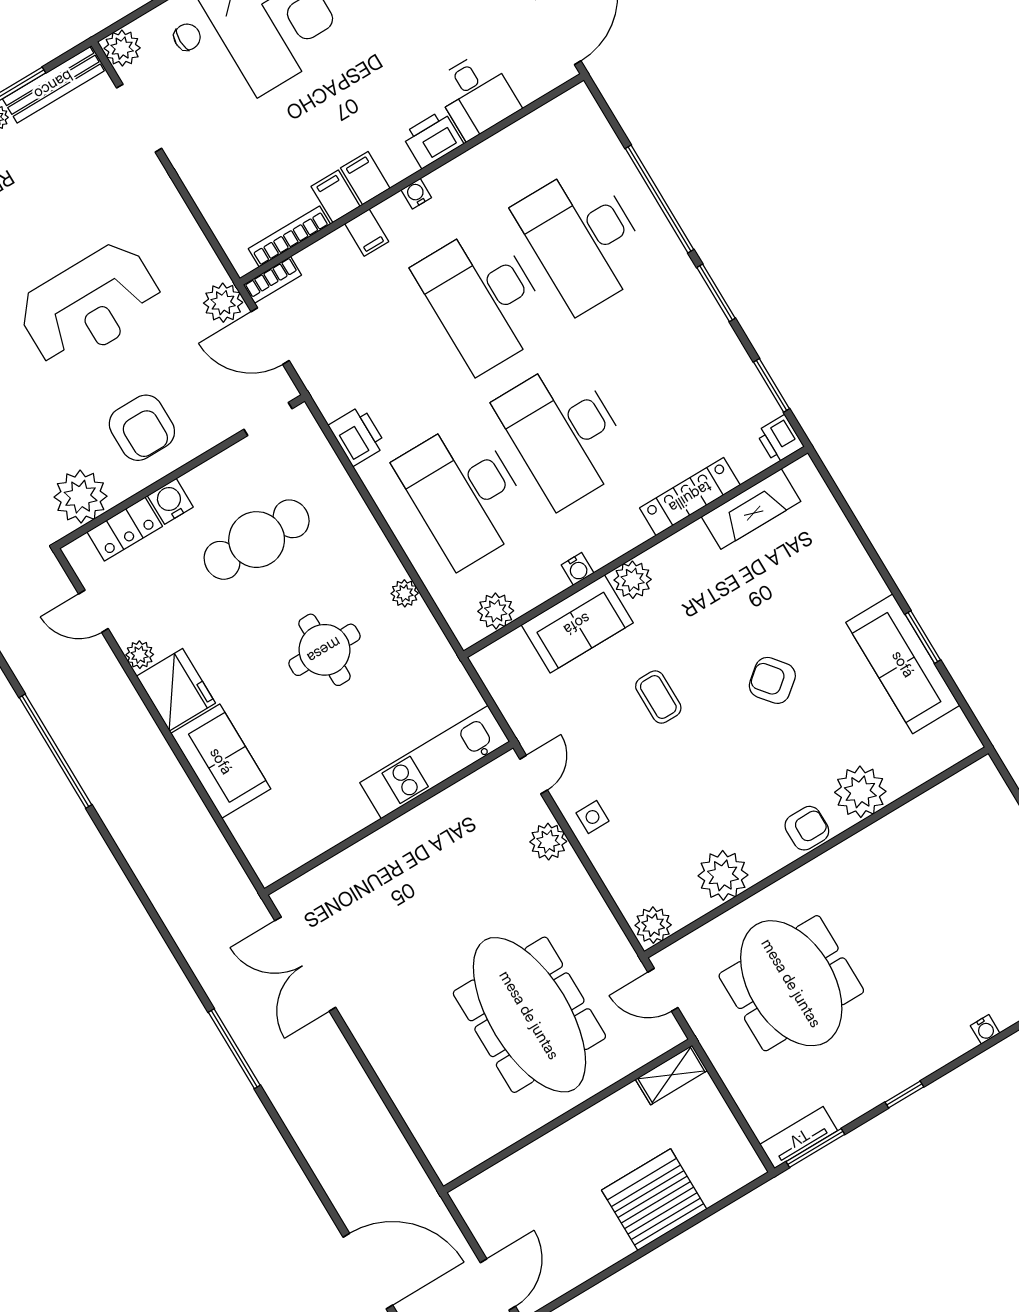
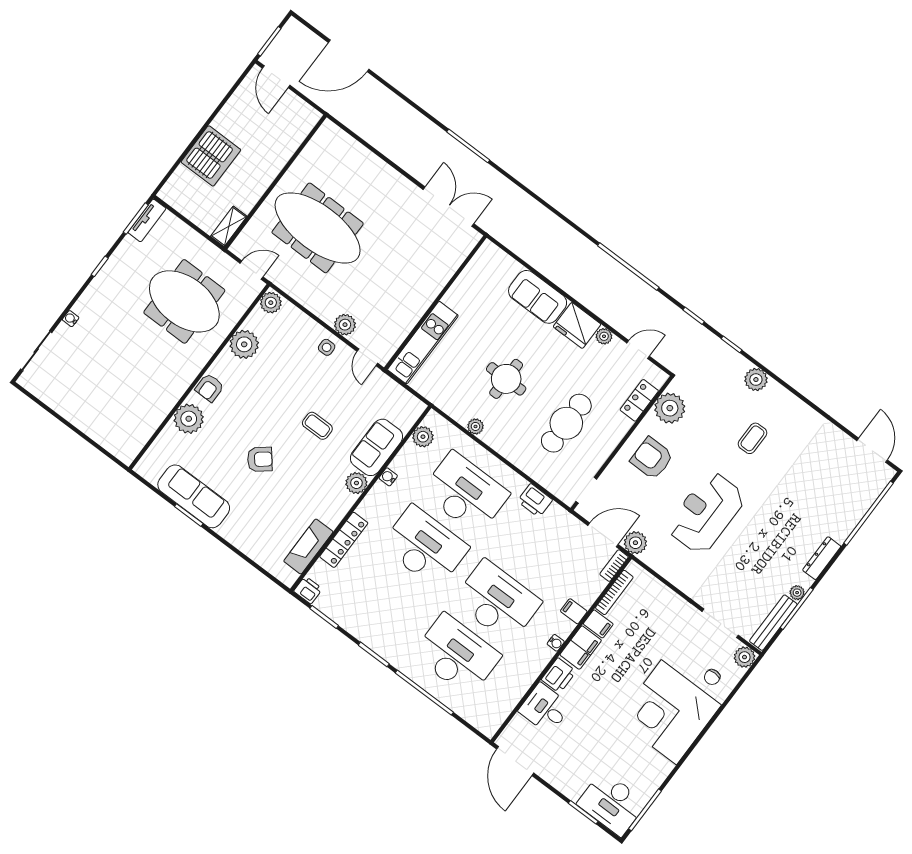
filing cabinet: (365, 178) -> (581, 648), width x2.00
water cooler: (170, 501) -> (621, 425), removed

